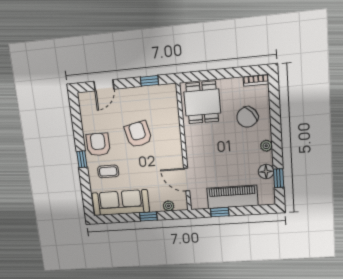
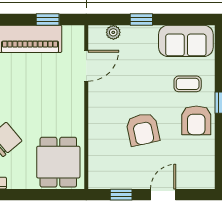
door: (104, 85) -> (163, 195), moved
door: (187, 180) -> (86, 66), hinge flipped
sofa: (121, 203) -> (186, 41), width x0.73

